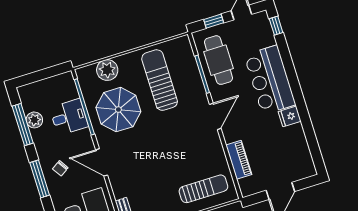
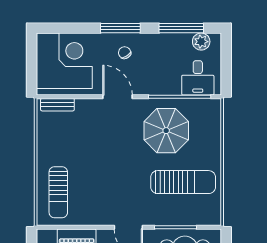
plant: (107, 70) -> (210, 132), removed
desk: (69, 117) -> (198, 78), moved
plant: (34, 120) -> (201, 42), moved
door: (102, 162) -> (118, 97), hinge flipped

